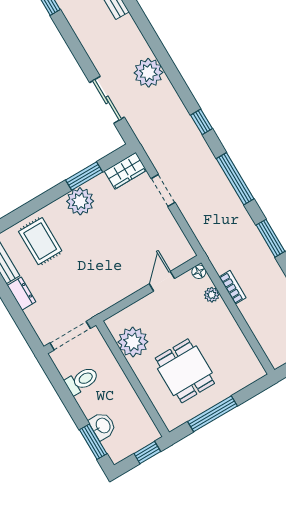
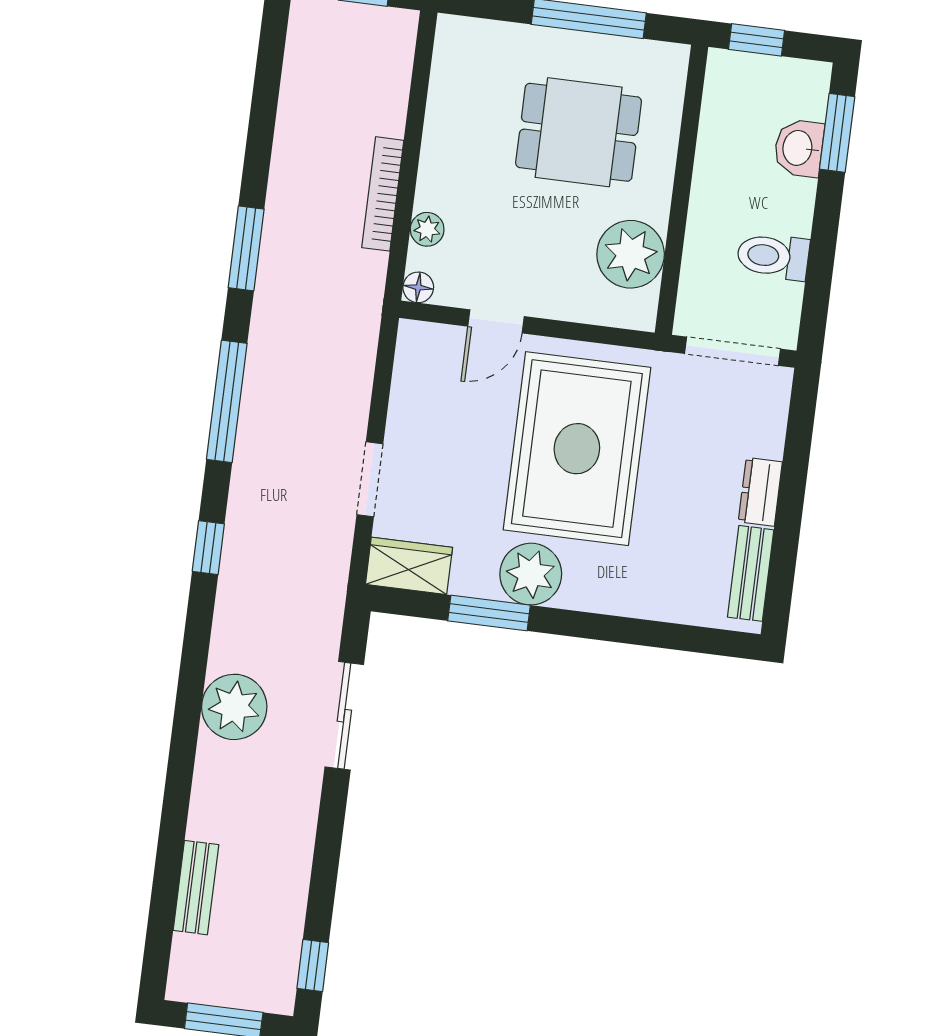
rug: (40, 241) -> (577, 449), moved, width x1.86, depth x2.06
bookcase: (233, 287) -> (383, 194), width x1.56
dining table: (185, 371) -> (579, 132), turned 90

